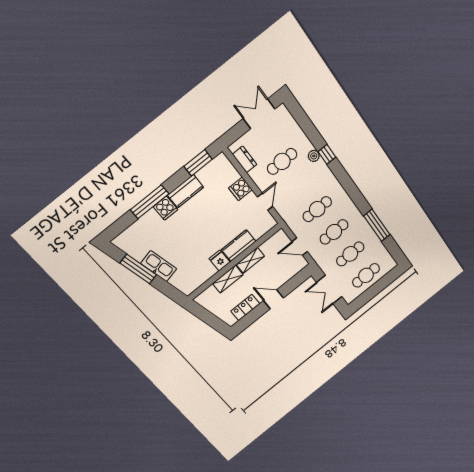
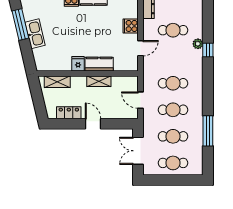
shelving: (228, 279) -> (57, 82), moved

